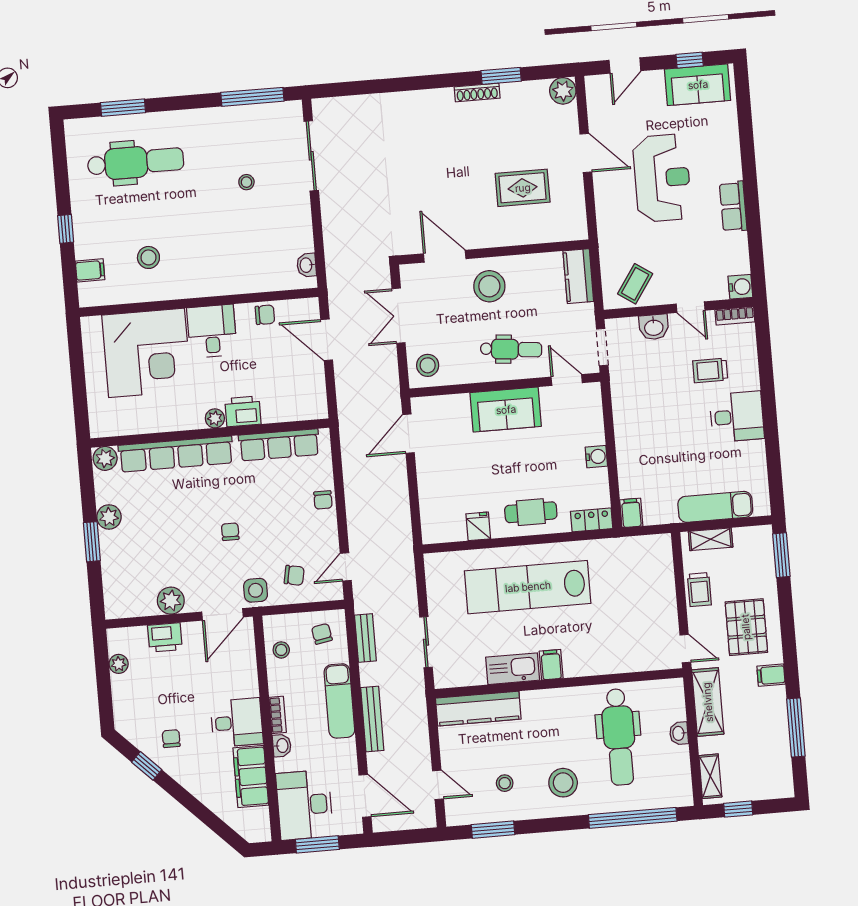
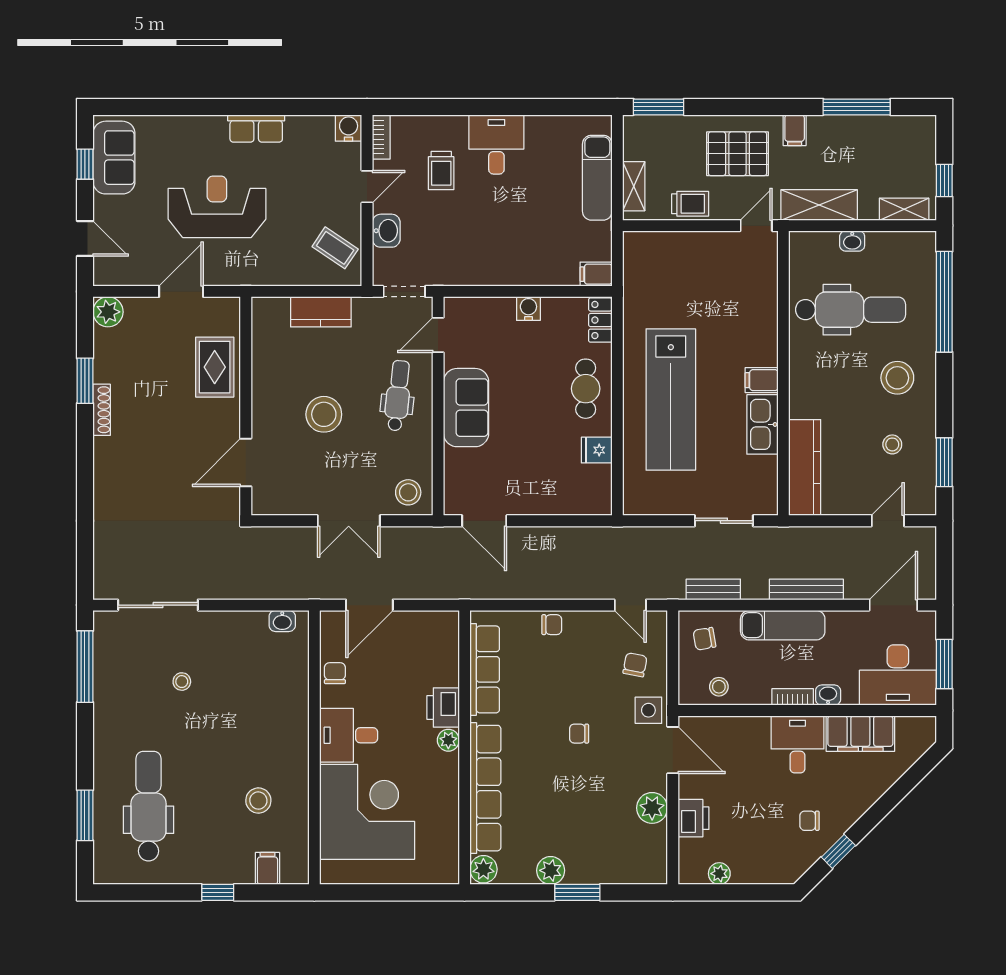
wall: (494, 252) -> (246, 406), moved
door: (445, 256) -> (246, 462), moved

